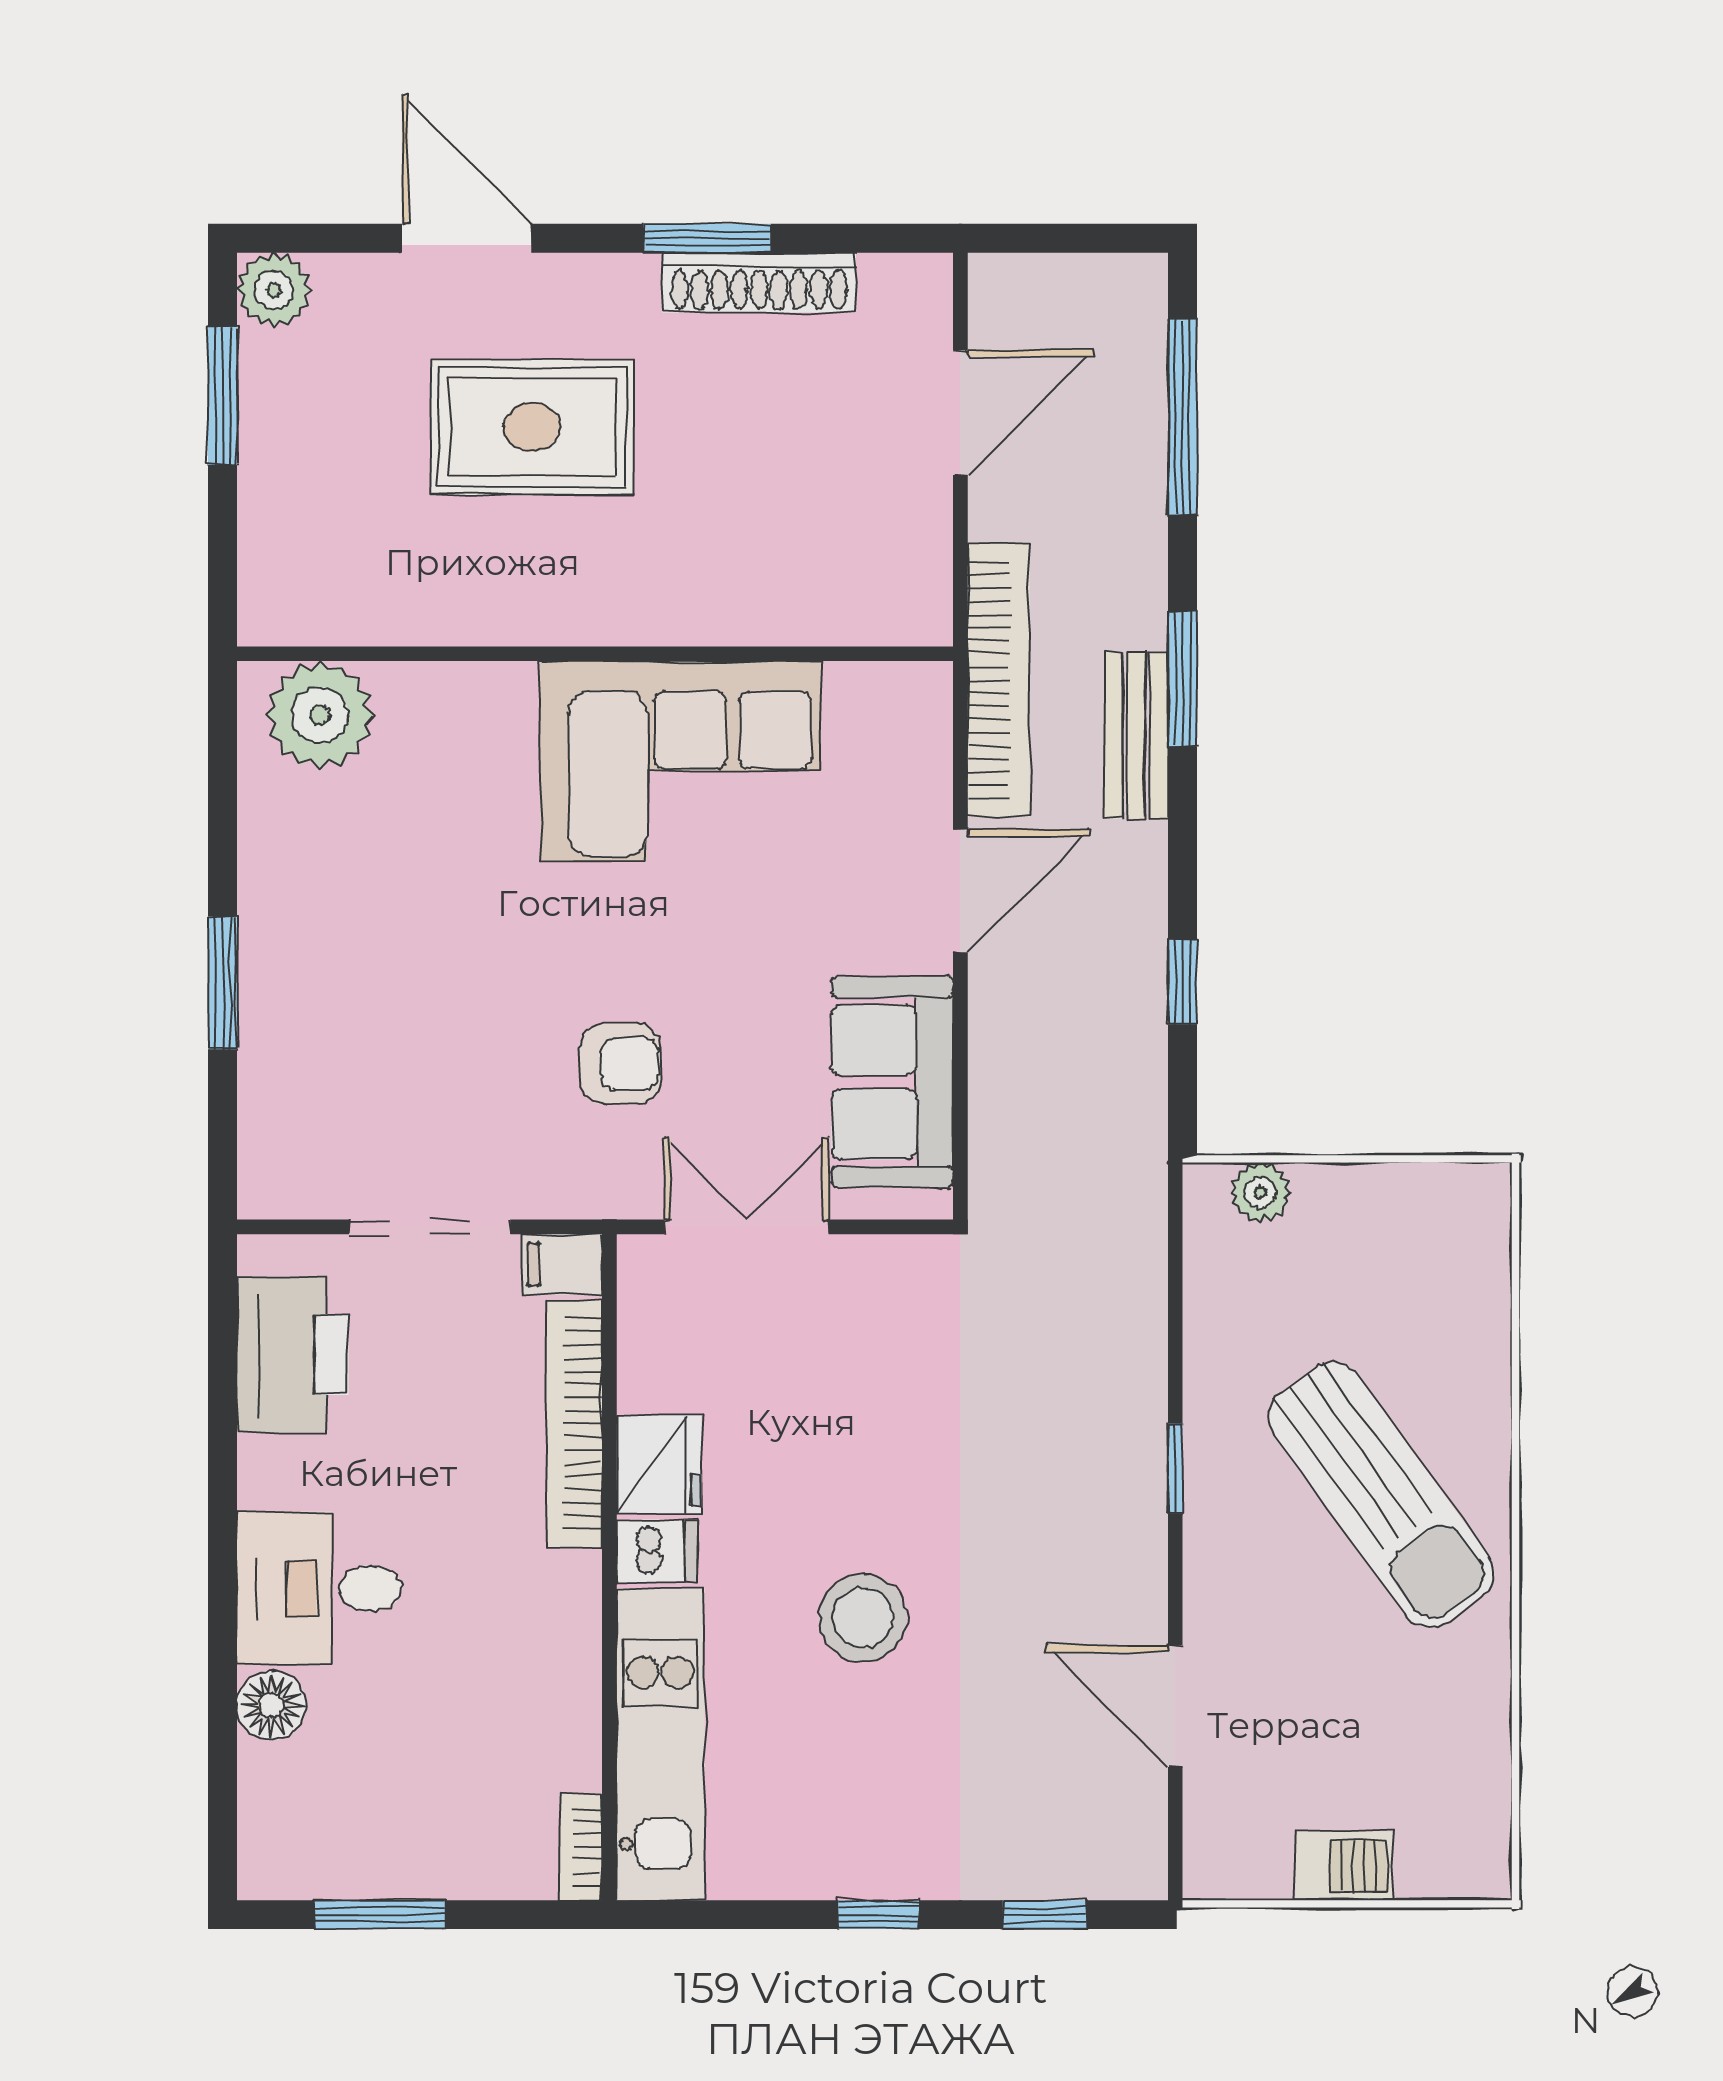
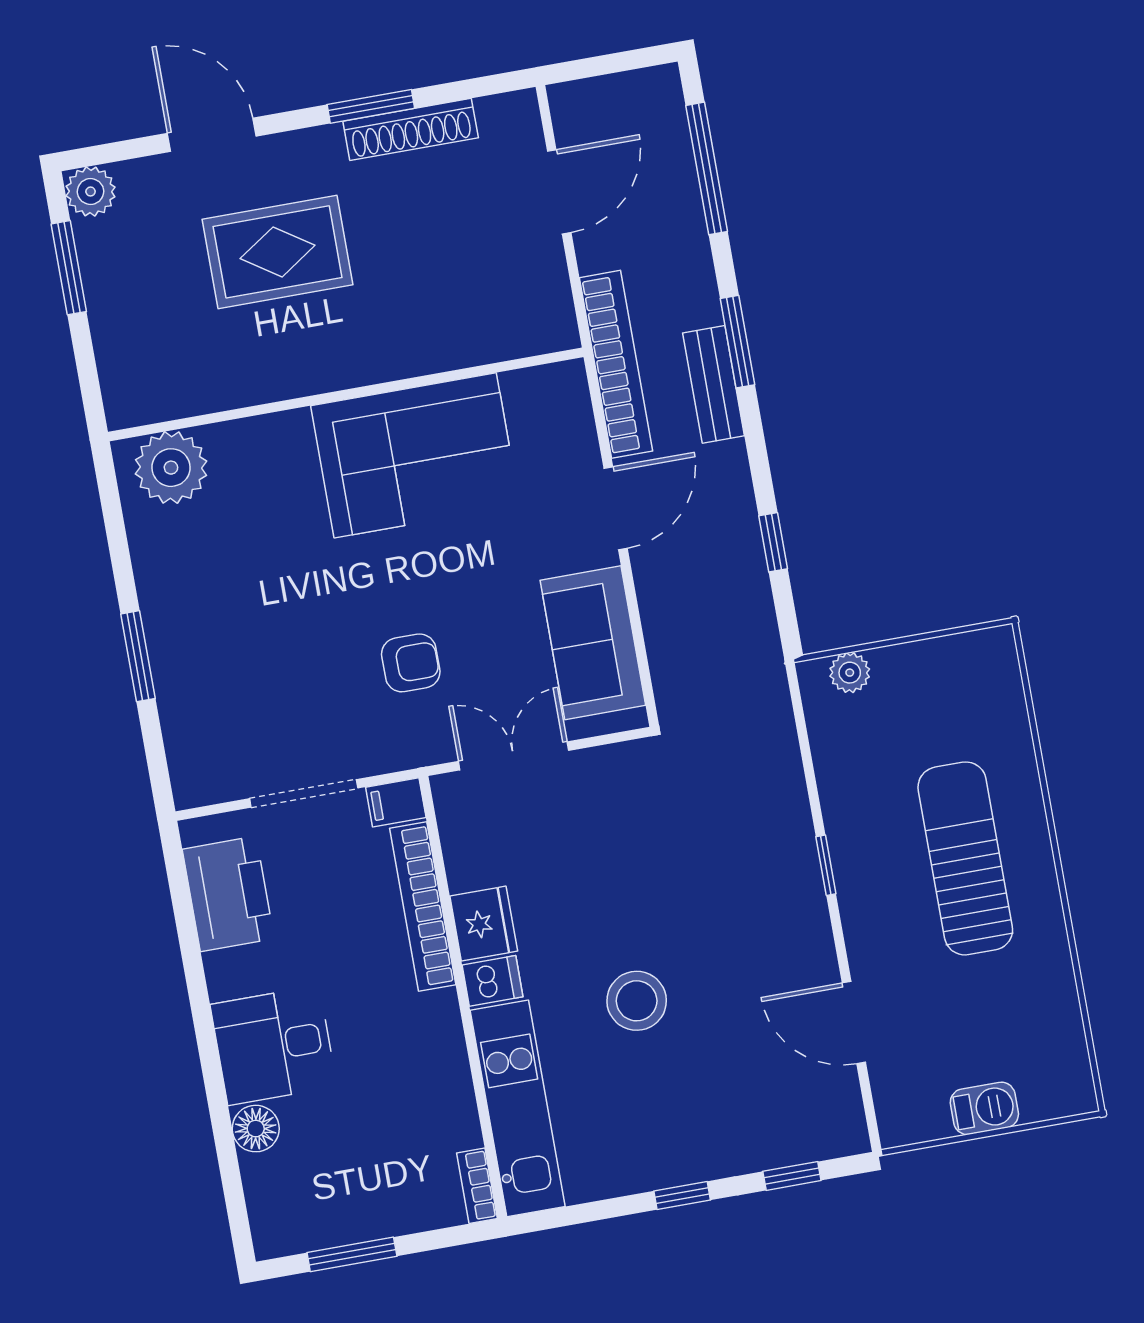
sun lounger: (1381, 1495) -> (965, 858), turned -144

